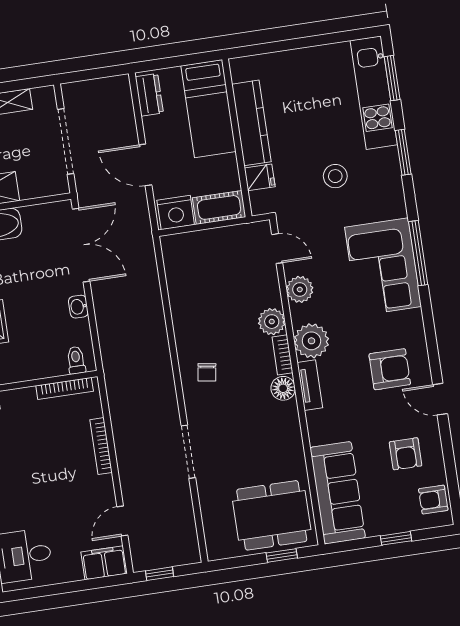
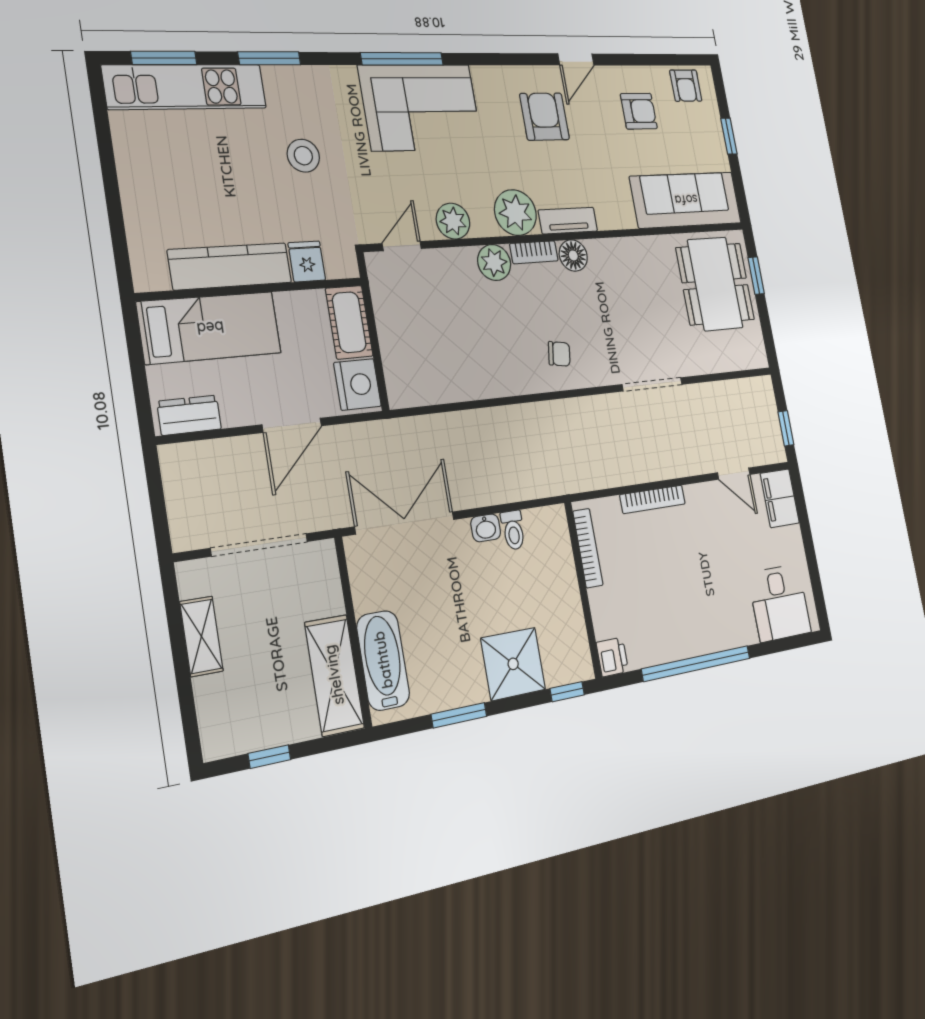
toilet: (76, 360) -> (513, 530), moved, turned -90

